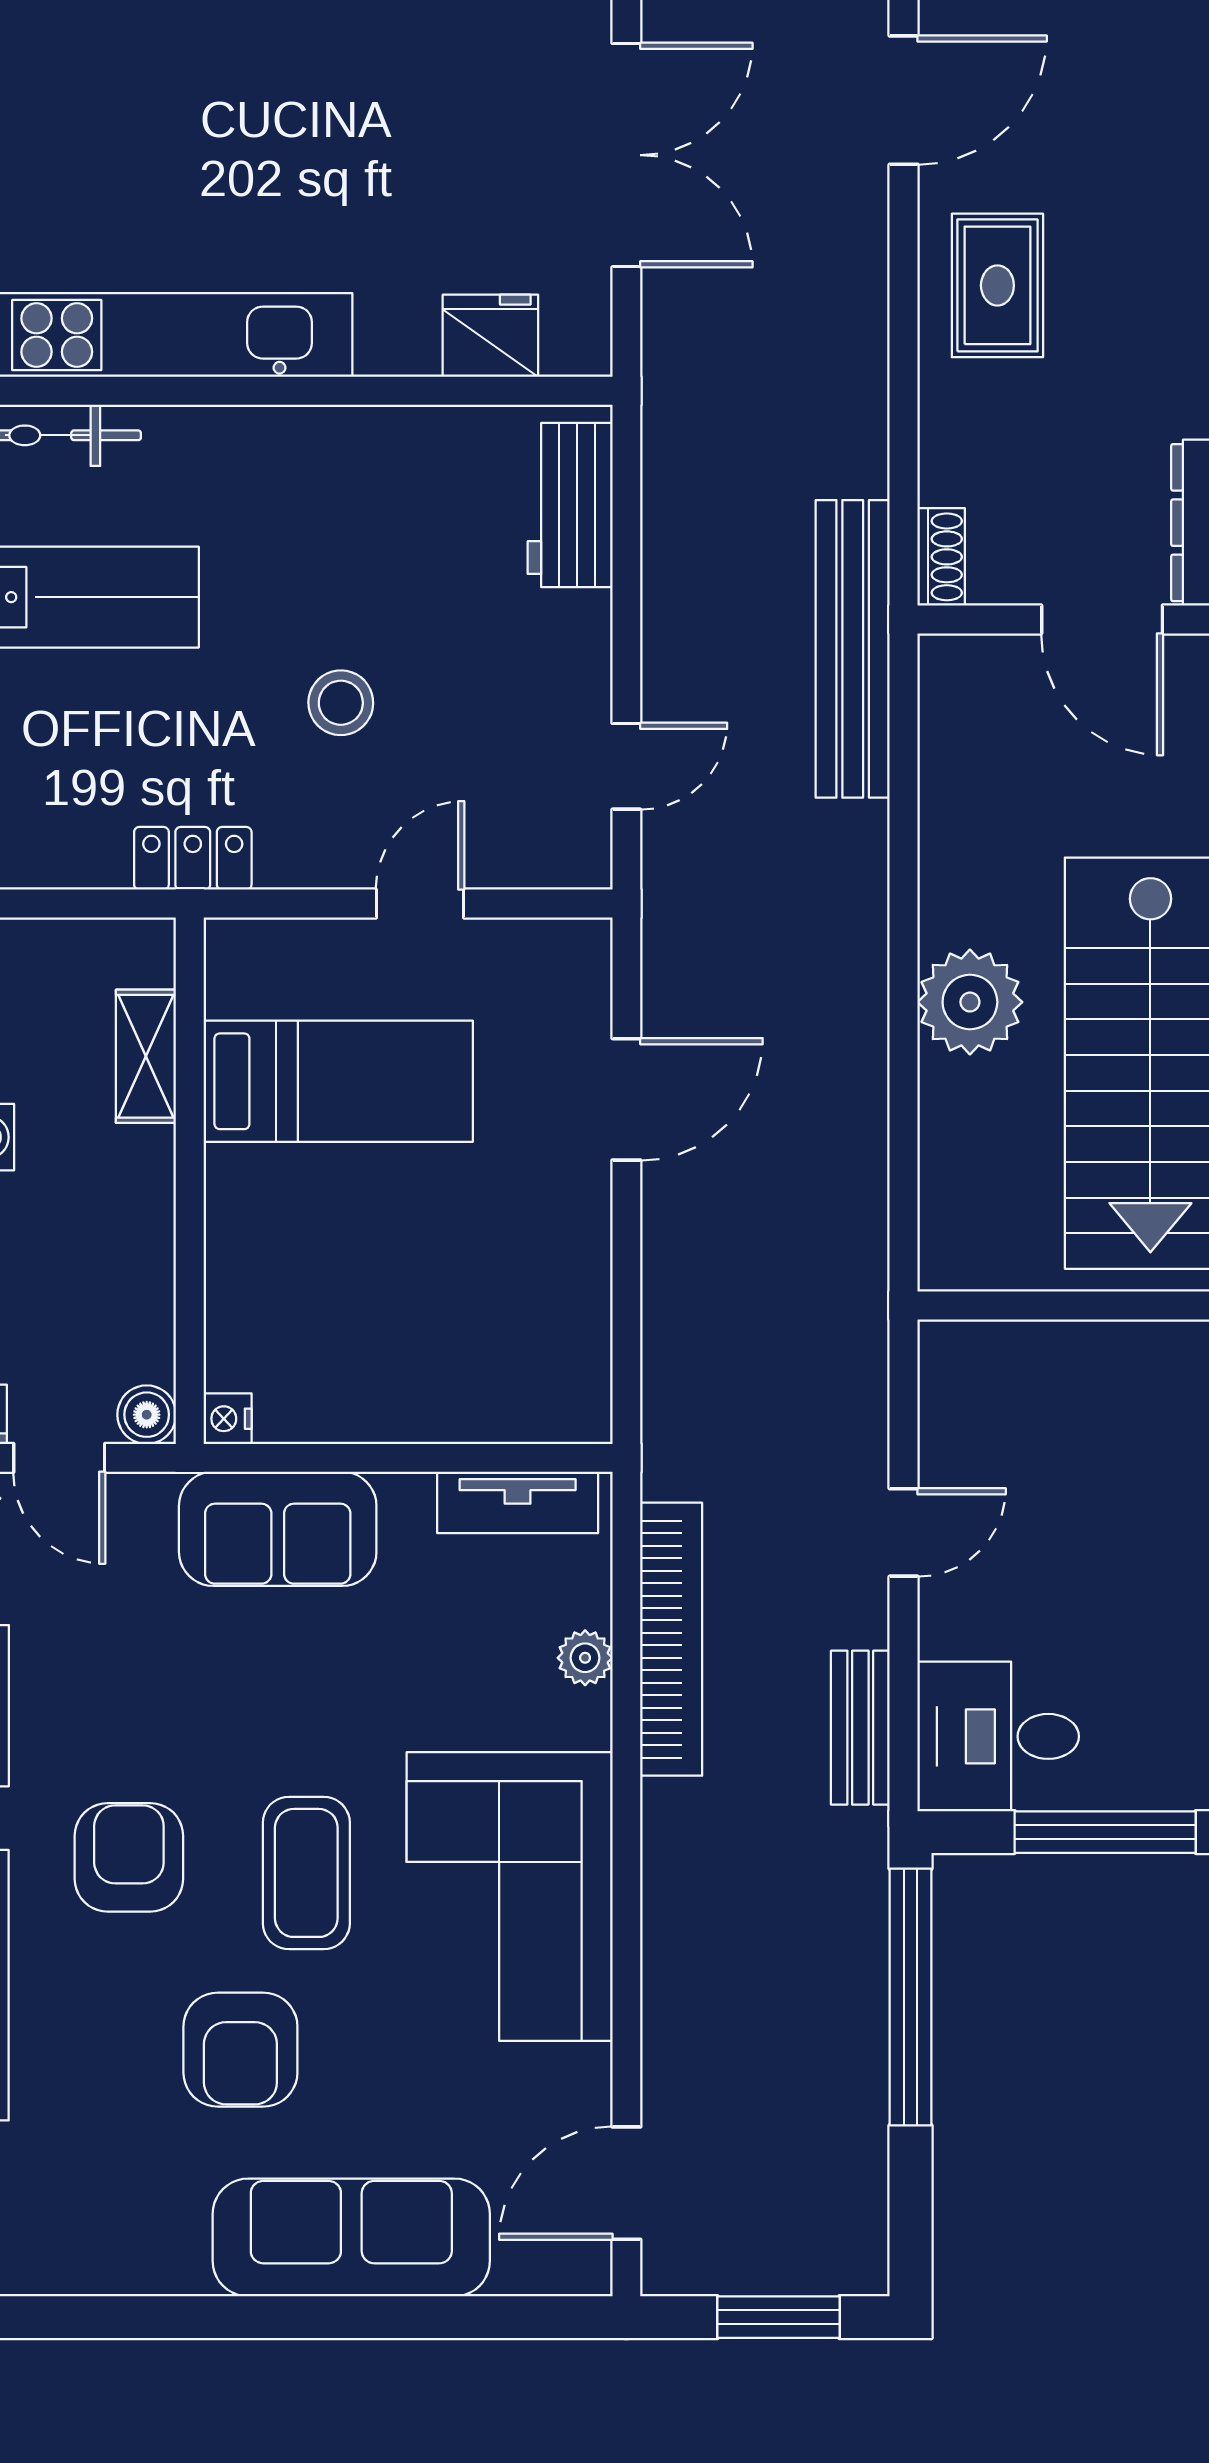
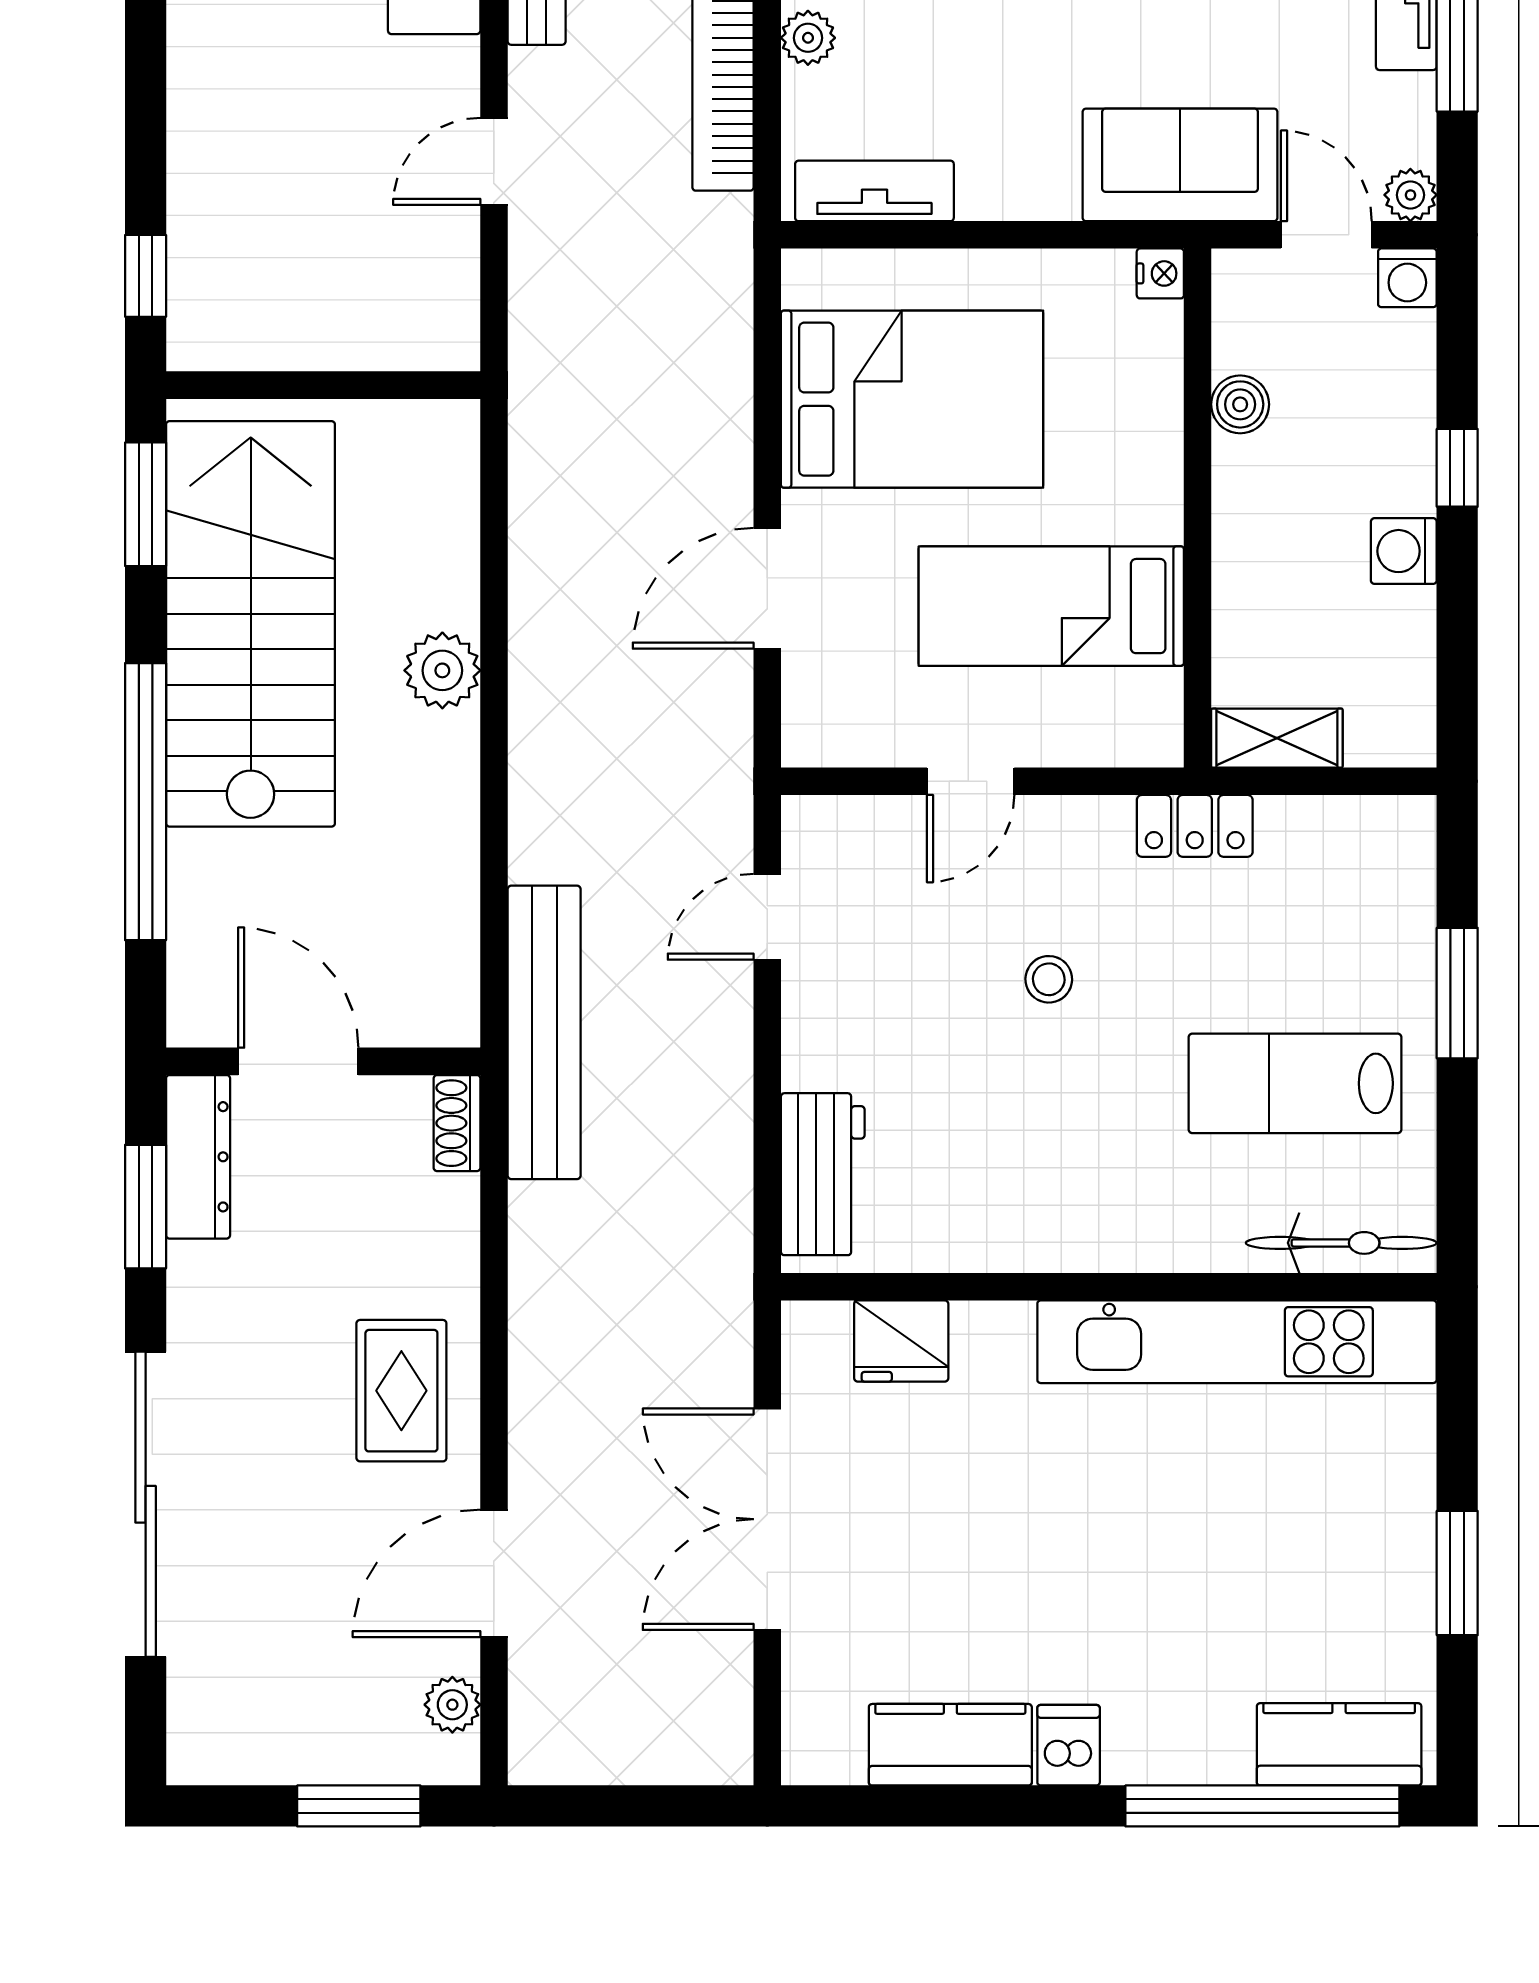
stool: (341, 703) -> (1049, 979), width x0.73, depth x0.73
plant: (970, 1002) -> (442, 670), width x0.73, depth x0.73
shelving: (146, 1056) -> (1277, 738), moved, turned 90
bed: (479, 1291) -> (912, 399), added
boiler: (147, 1415) -> (1240, 404), moved
sofa: (278, 1529) -> (1180, 165), moved

